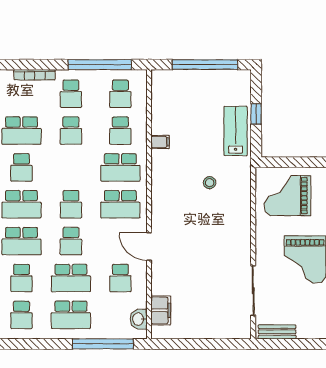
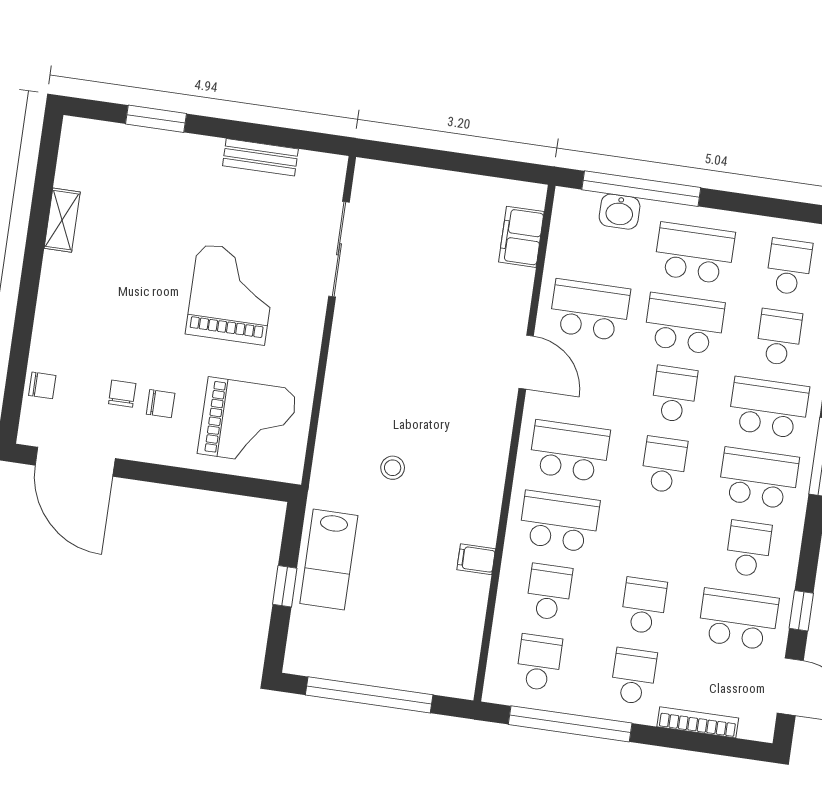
school desk: (120, 278) -> (590, 310), width x1.85
washbasin: (139, 319) -> (620, 212), moved, turned 90
bench: (277, 332) -> (260, 157), moved

